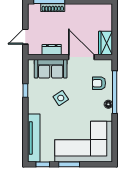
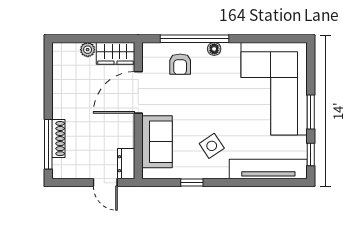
plant: (108, 26) -> (88, 50), added
dresser: (52, 50) -> (126, 164), moved
side table: (61, 98) -> (212, 146), moved

